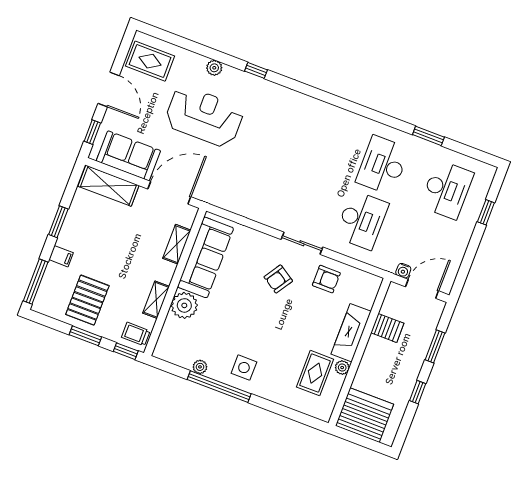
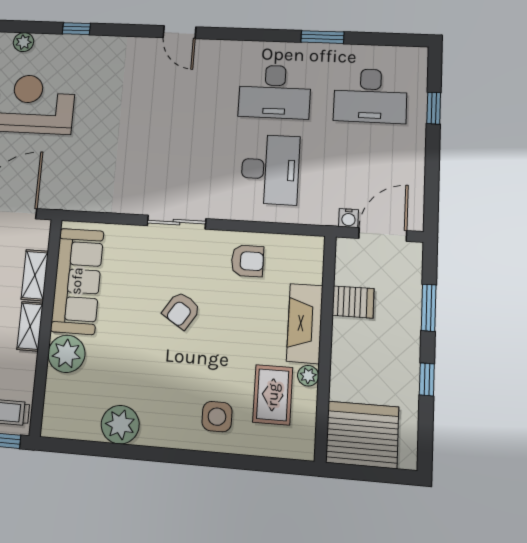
door: (330, 98) -> (180, 32), added
desk: (383, 165) -> (275, 92), turned -90
desk: (447, 190) -> (370, 96), turned 90
sliding door: (302, 243) -> (176, 222), moved
armchair: (278, 279) -> (181, 310), moved
shelving: (156, 300) -> (30, 326), moved
plant: (200, 367) -> (120, 425), width x1.88, depth x1.88
side table: (244, 368) -> (217, 417), moved
window: (219, 387) -> (145, 453), removed

